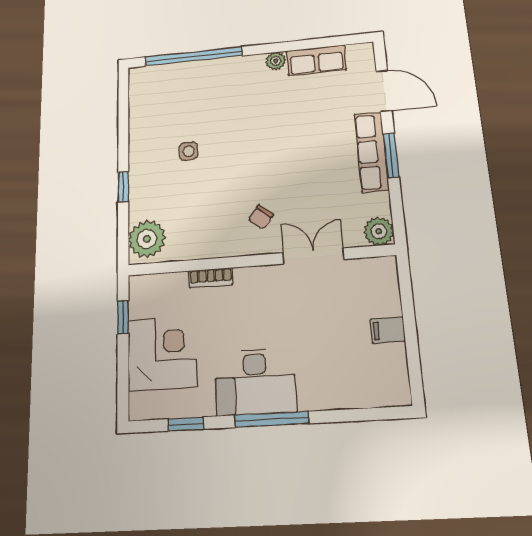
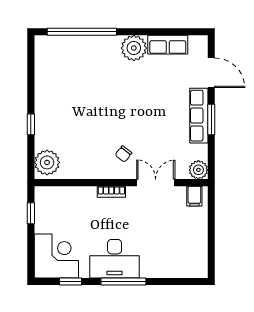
plant: (276, 61) -> (134, 48), width x1.87, depth x1.87
side table: (189, 151) -> (77, 103), removed
bookcase: (211, 278) -> (111, 192), moved
filing cabinet: (388, 330) -> (194, 196), moved, turned -90
corner desk: (162, 353) -> (56, 256), moved

